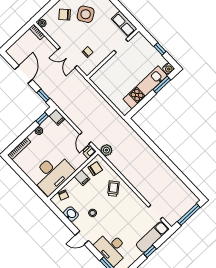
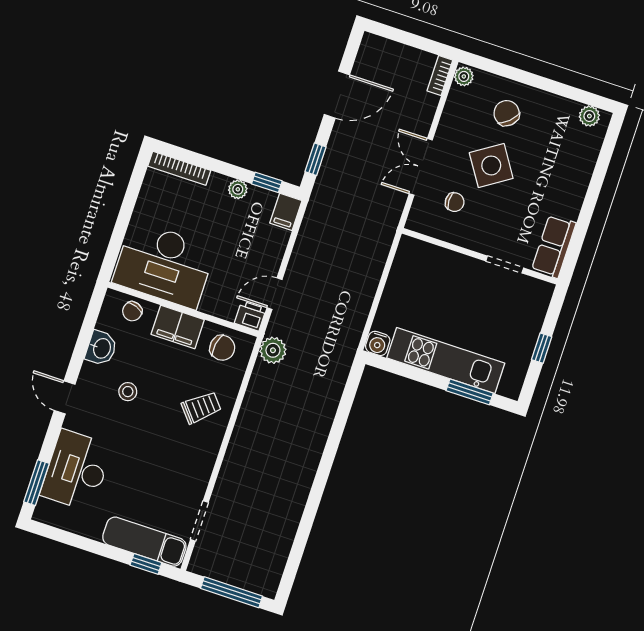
side table: (86, 14) -> (491, 165), moved
water cooler: (168, 68) -> (378, 343), moved
filing cabinet: (82, 178) -> (178, 327), width x2.00
window: (150, 251) -> (146, 564), moved

